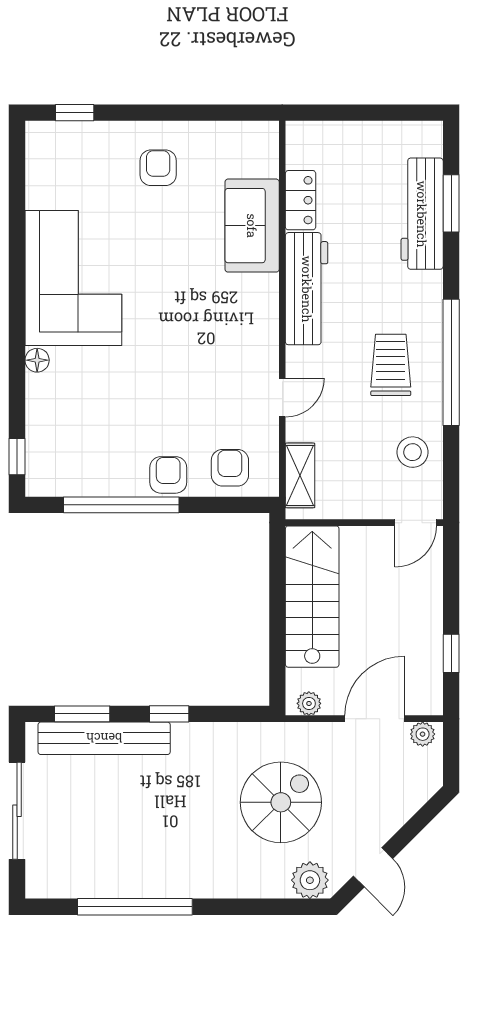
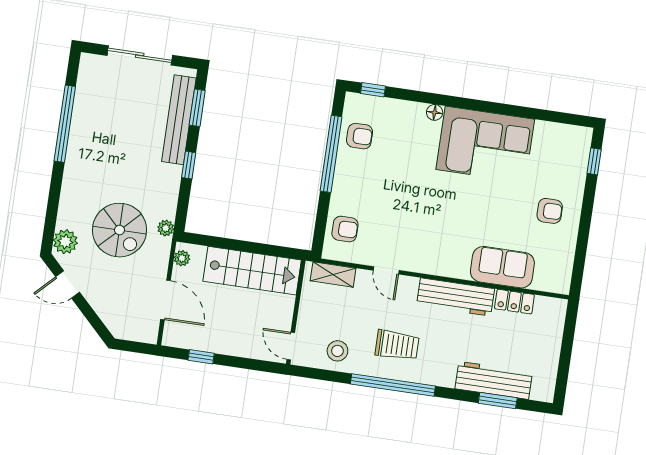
armchair: (168, 475) -> (360, 136), moved
plant: (423, 734) -> (166, 228), moved

